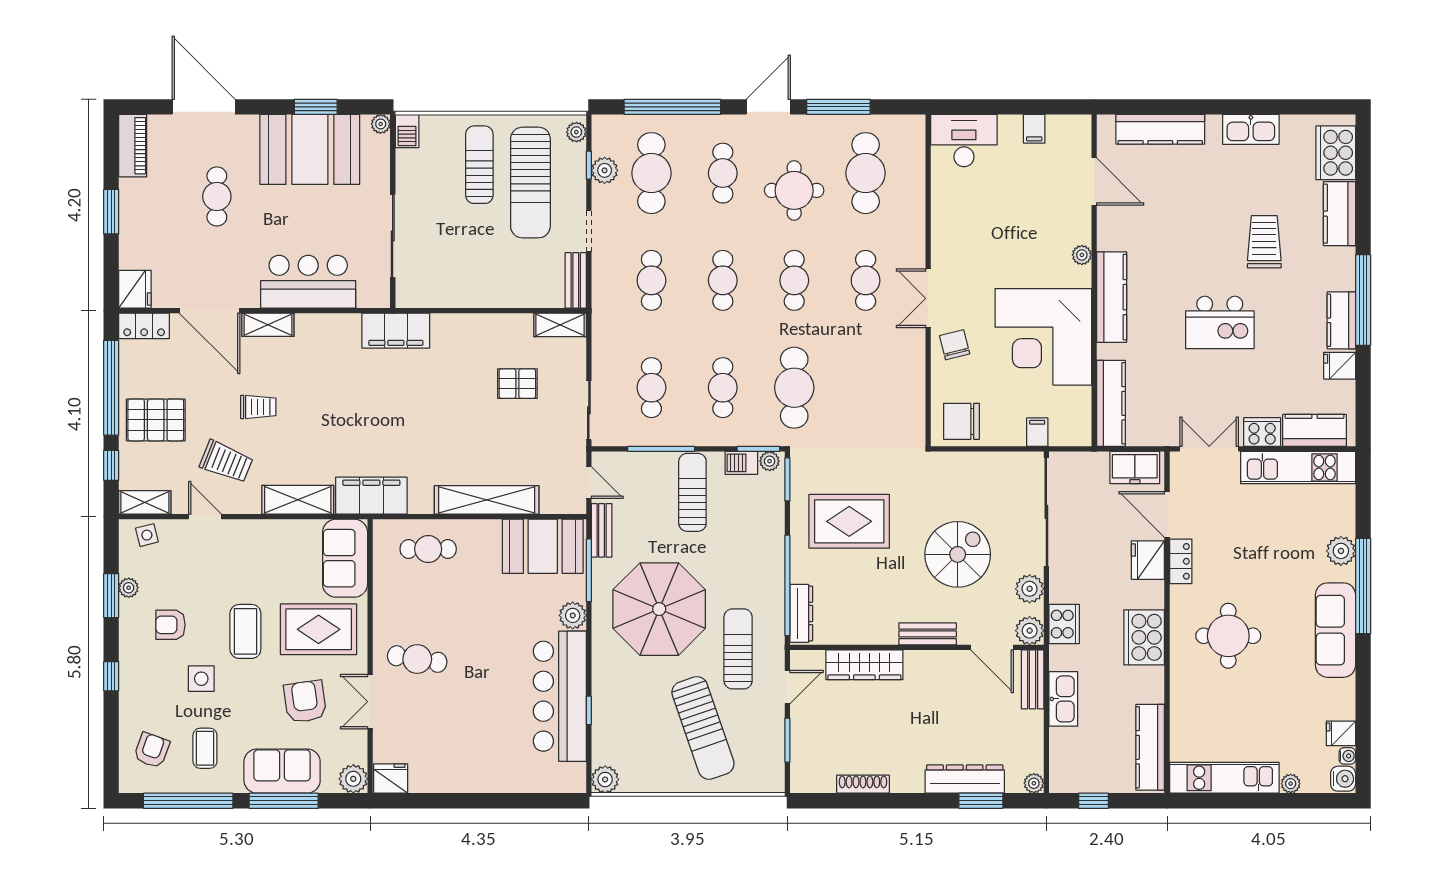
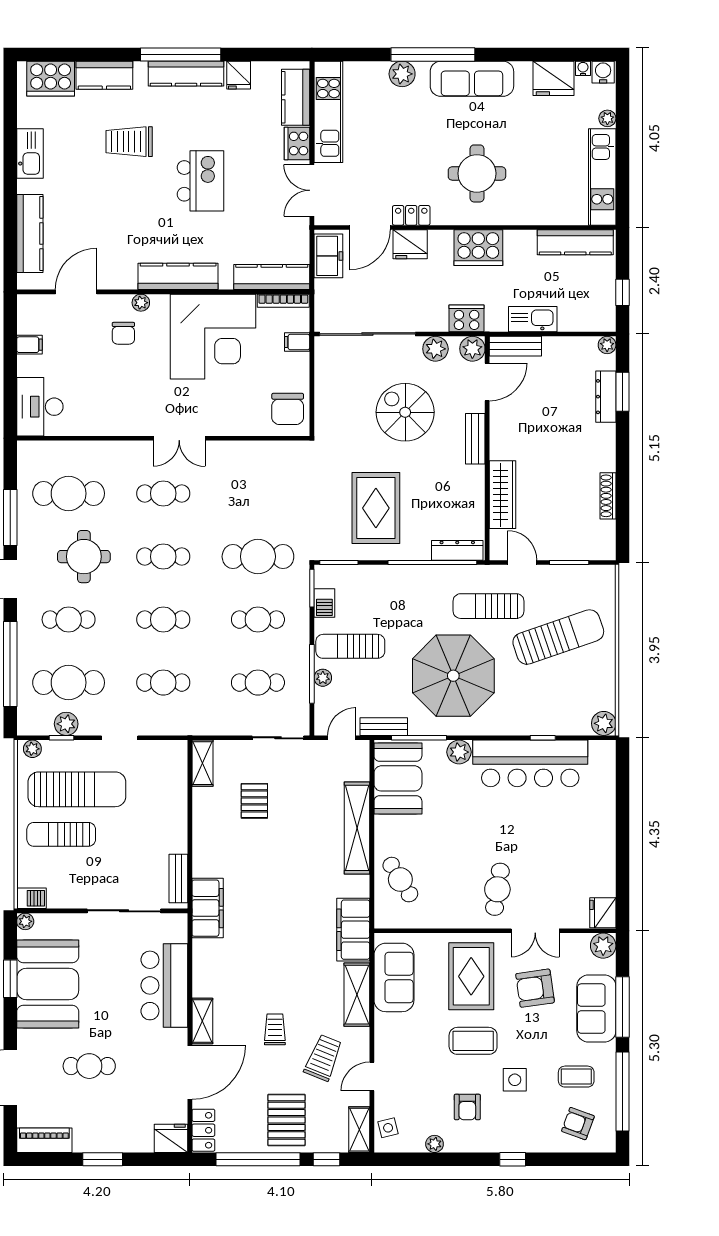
bench: (576, 280) -> (178, 879), moved, turned 90
kitchen counter: (1341, 320) -> (186, 74), width x1.50
chair: (955, 345) -> (123, 333), moved, turned -76
bookcase: (1084, 416) -> (283, 301), added
plant: (770, 461) -> (323, 678), moved
cafe table: (428, 549) -> (400, 880), turned -32
sofa: (345, 558) -> (394, 977), moved, turned -90
window: (111, 596) -> (441, 1159), removed
fridge: (1341, 733) -> (553, 78), width x1.88, depth x1.34
dresser: (965, 779) -> (606, 397), width x0.73, depth x0.80

